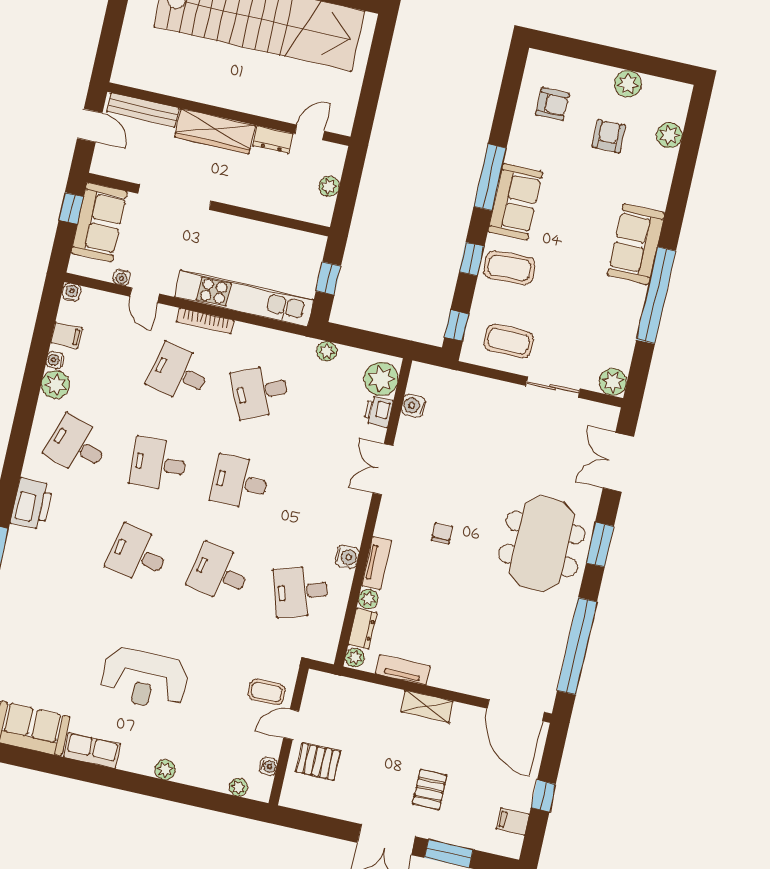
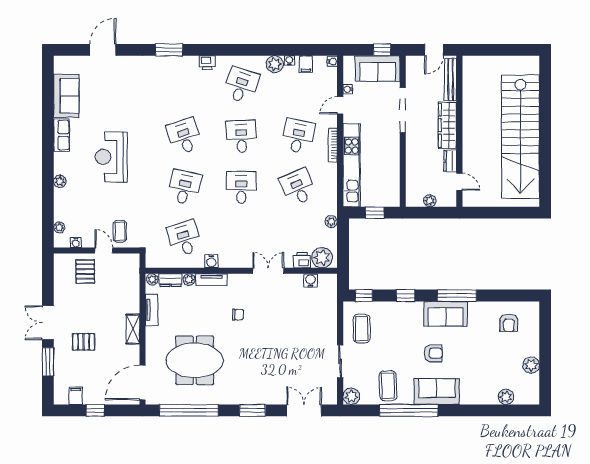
armchair: (609, 136) -> (433, 353), moved
coffee table: (509, 268) -> (388, 386), moved
printer: (32, 504) -> (207, 63), width x0.53, depth x0.68
meeting table: (542, 544) -> (195, 360), moved
desk: (138, 555) -> (184, 136), turned -30

